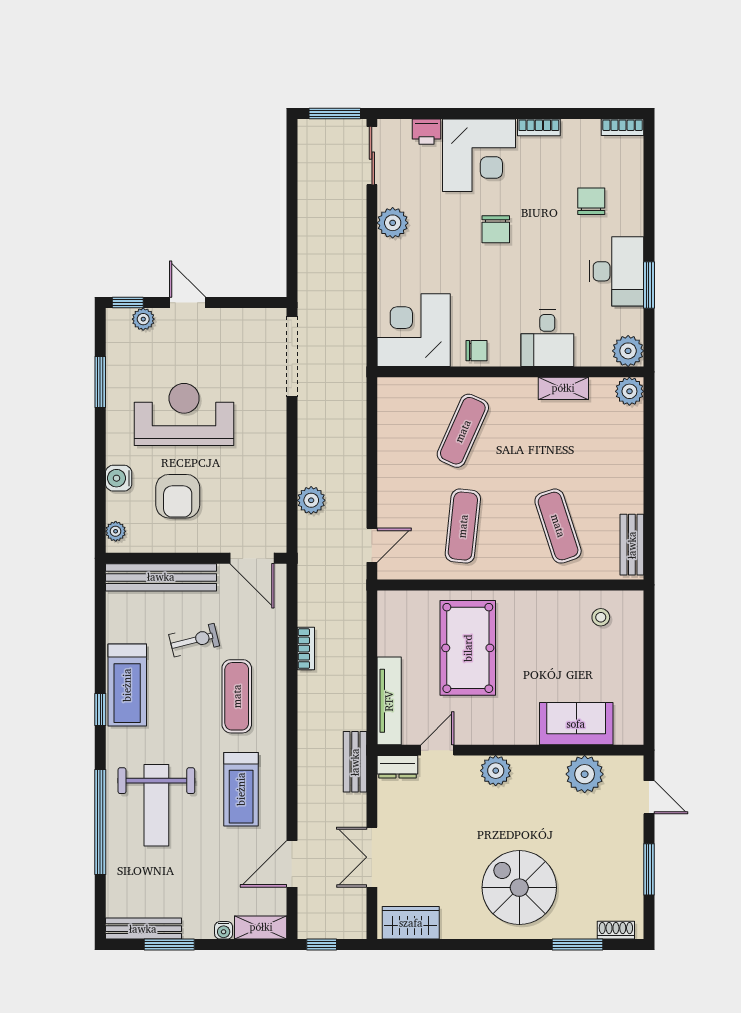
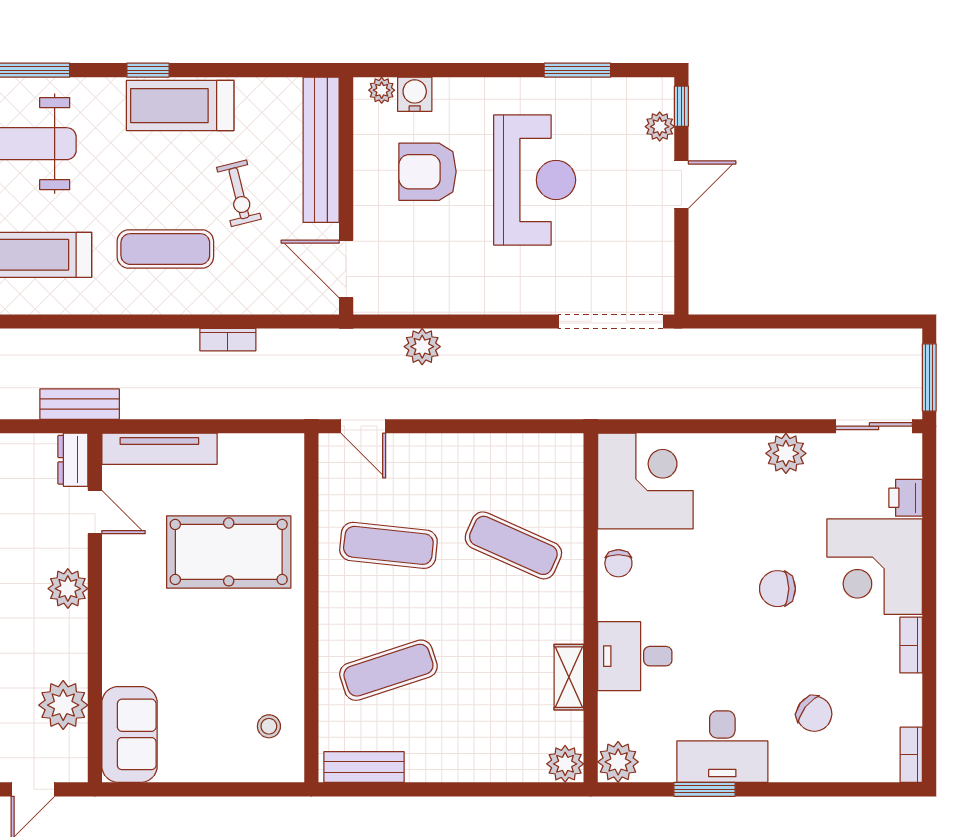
chair: (591, 201) -> (814, 714), turned 38
water cooler: (119, 478) -> (415, 94), moved
door: (252, 558) -> (346, 269), hinge flipped
sofa: (576, 724) -> (129, 734), moved

